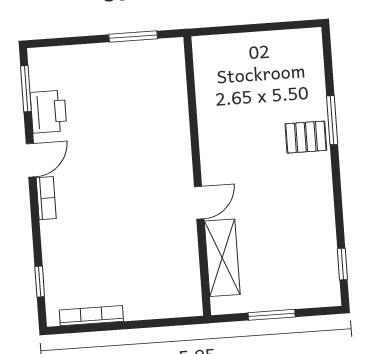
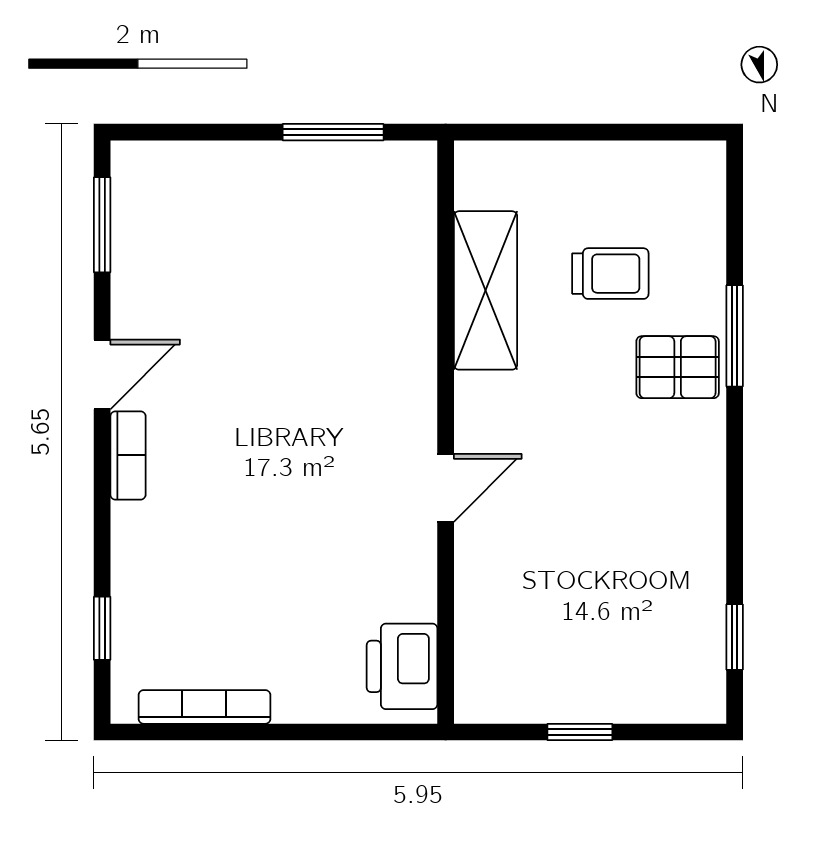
trolley: (271, 95) -> (610, 274), added
printer: (48, 112) -> (402, 666), moved, turned 180
shelving: (222, 258) -> (486, 290), moved
window: (272, 315) -> (580, 732), width x0.67

